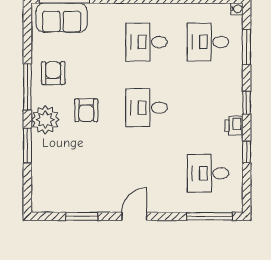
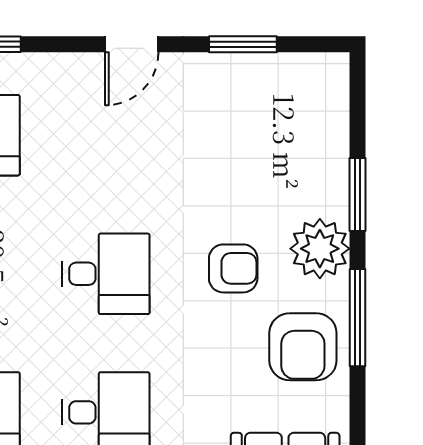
armchair: (53, 73) -> (303, 347), width x1.38, depth x1.38
armchair: (86, 110) -> (233, 268), turned 90

